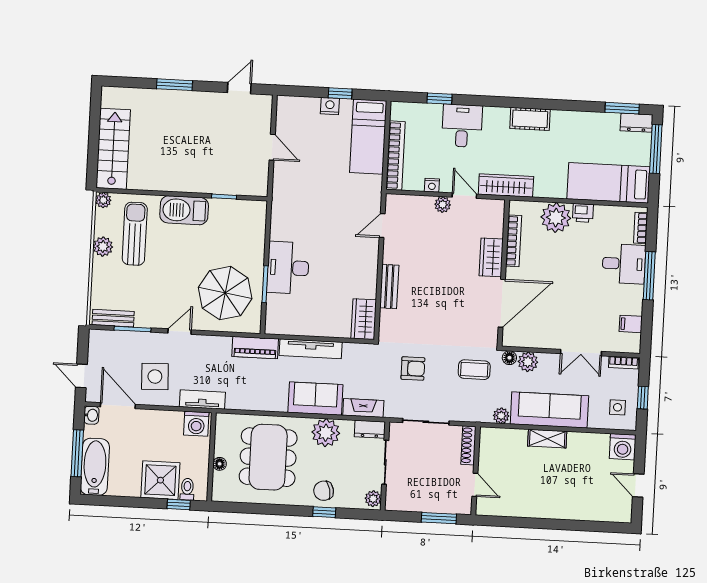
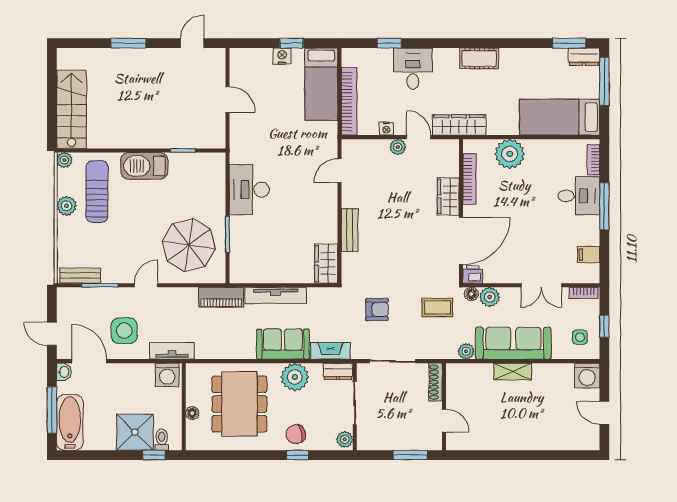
printer: (583, 213) -> (473, 274), moved, turned 180
desk: (288, 268) -> (249, 190), moved

